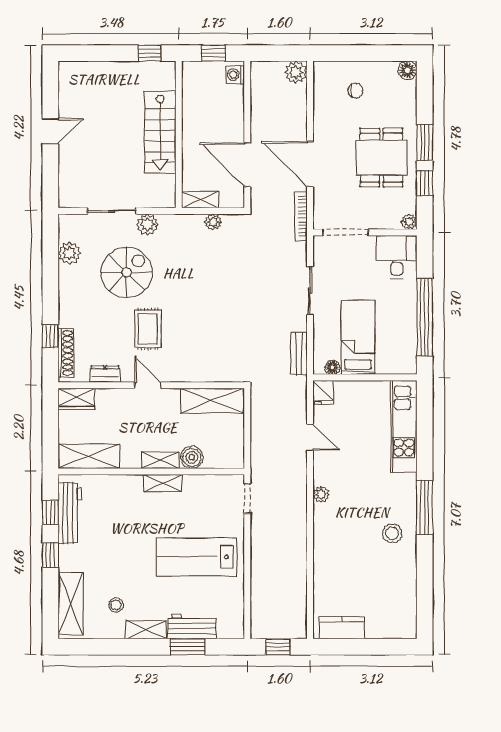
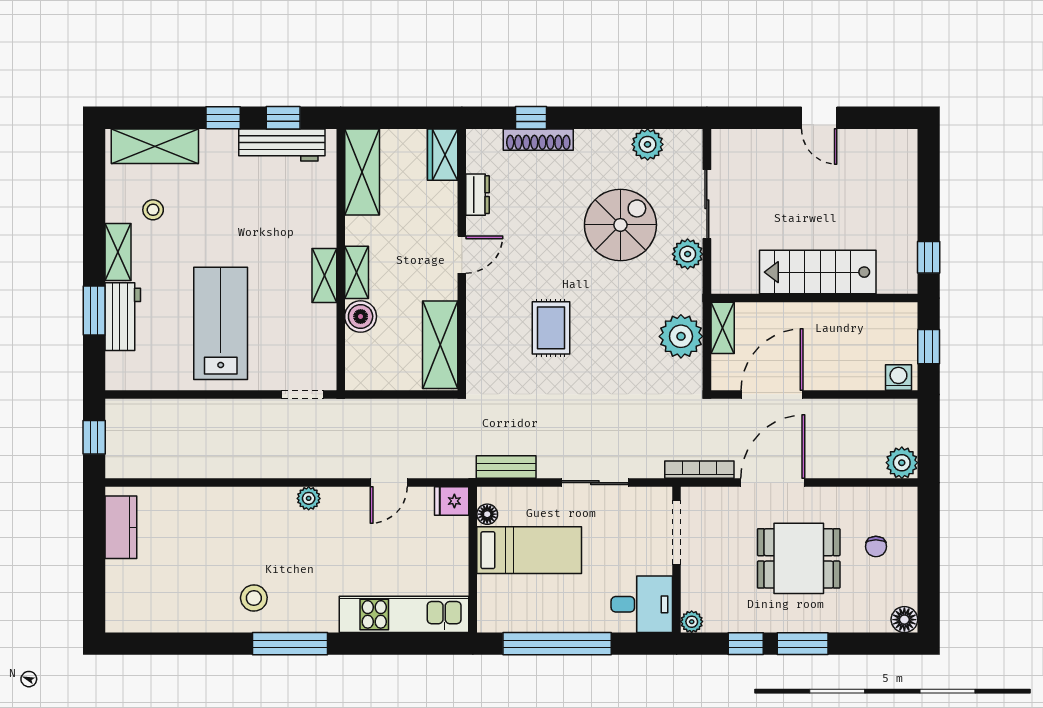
dining table: (381, 158) -> (799, 558), moved
plant: (213, 222) -> (681, 336), width x1.87, depth x1.87
spiral stairs: (127, 272) -> (620, 225), turned -90
rug: (148, 329) -> (551, 328), moved, turned 90
shoe rack: (66, 353) -> (538, 140), moved

